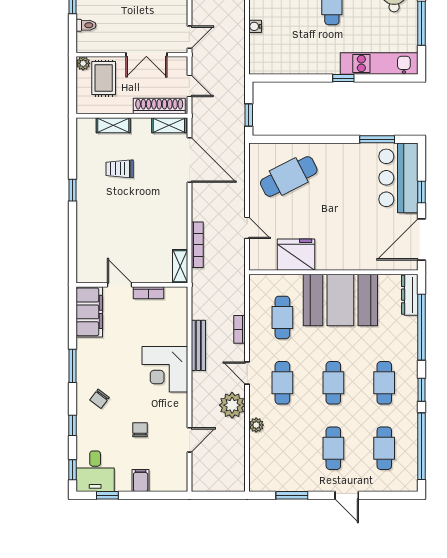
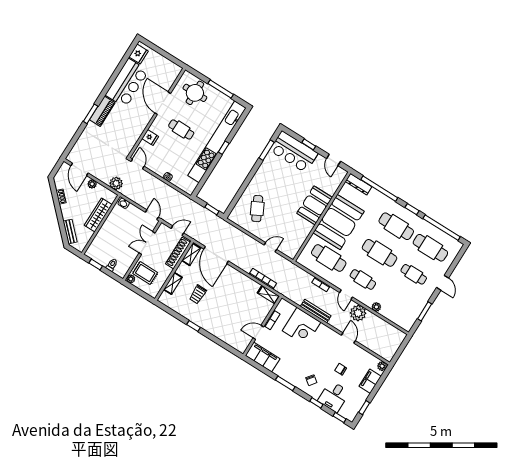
double door: (146, 55) -> (147, 243), swing flipped
kitchen unit: (379, 64) -> (217, 142), width x1.86
door: (189, 160) -> (216, 255), swing flipped
cafe table: (289, 177) -> (257, 209), width x0.73, depth x0.74
door: (421, 240) -> (334, 160), width x0.53
booth: (343, 253) -> (315, 205), added
fridge: (296, 255) -> (300, 230), removed
cafe table: (282, 317) -> (329, 258), width x1.37, depth x1.35
corner desk: (165, 369) -> (302, 327), moved
door: (247, 373) -> (346, 295), hinge flipped
cafe table: (333, 383) -> (380, 253), width x1.37, depth x1.35
cafe table: (384, 383) -> (396, 226), width x1.37, depth x1.35
door: (189, 440) -> (348, 338), moved
cafe table: (384, 448) -> (430, 248), width x1.37, depth x1.35
desk: (95, 471) -> (334, 396), moved, turned 90
filing cabinet: (141, 480) -> (370, 381), width x2.00
plant: (180, 484) -> (382, 366), added
door: (347, 495) -> (443, 283), hinge flipped

